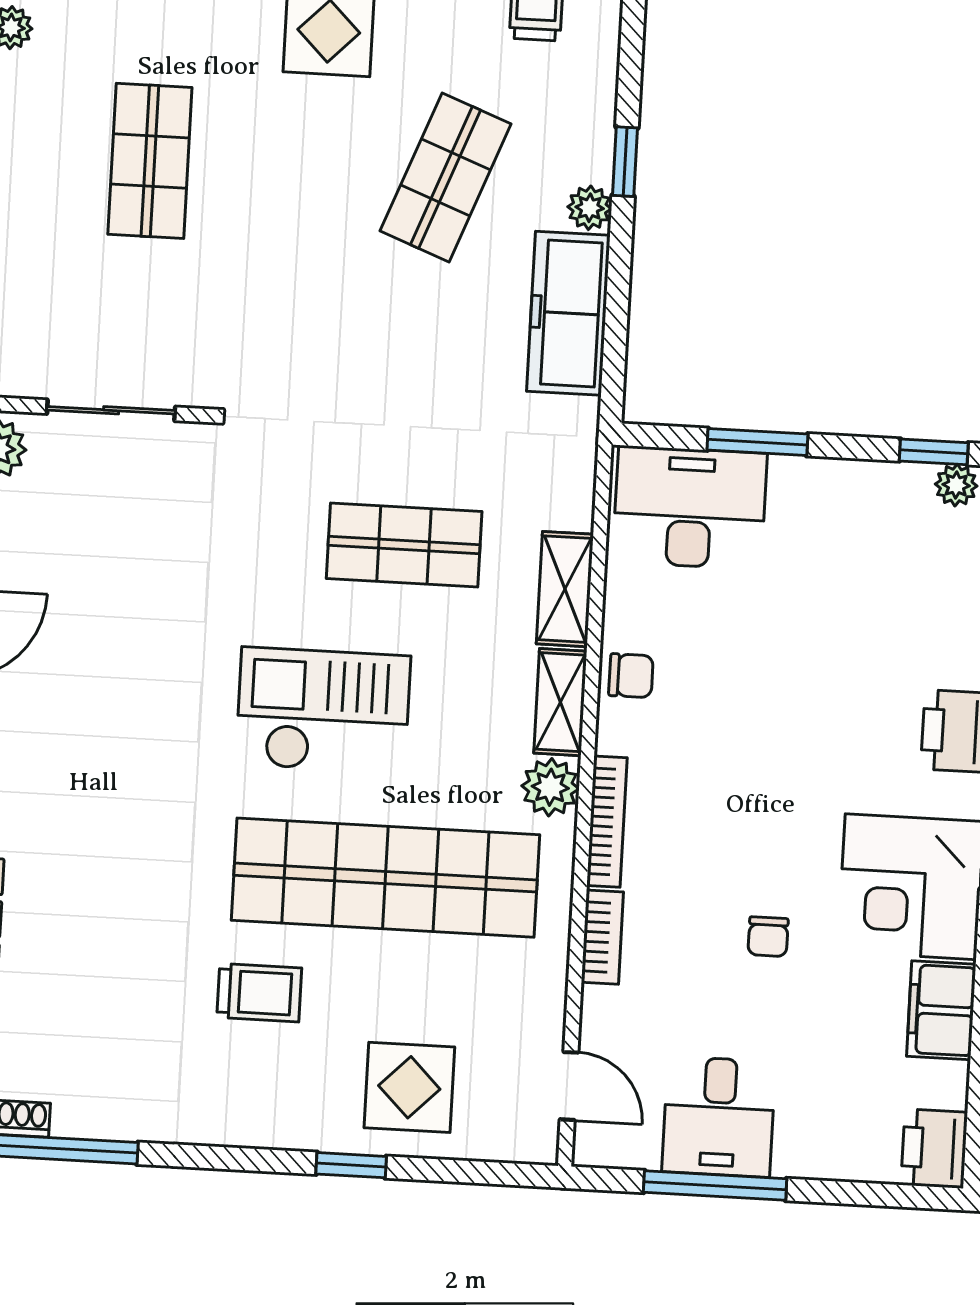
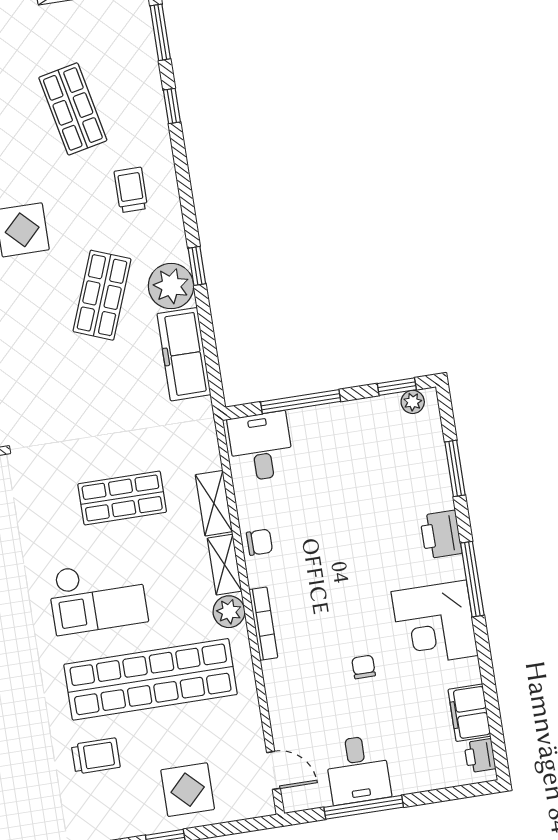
plant: (590, 208) -> (171, 286), width x1.87, depth x1.87
window: (757, 442) -> (301, 402), width x1.44
desk: (690, 508) -> (261, 447), width x0.73
checkout: (323, 710) -> (98, 597), turned 180
bookcase: (602, 937) -> (274, 686), removed
chair: (768, 937) -> (364, 667), turned 180
filing cabinet: (941, 1010) -> (469, 713), moved
printer: (934, 1148) -> (480, 756), width x0.73, depth x0.81

